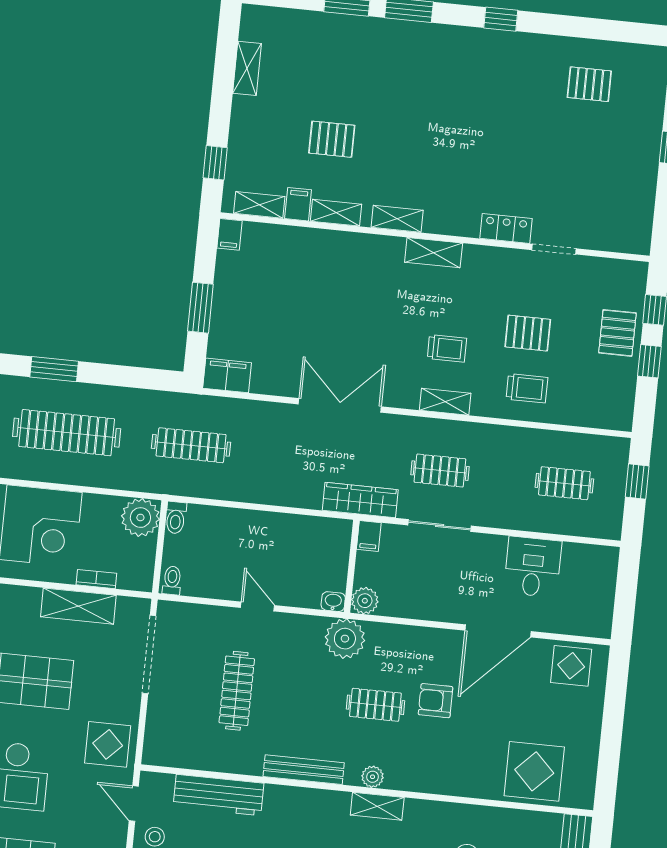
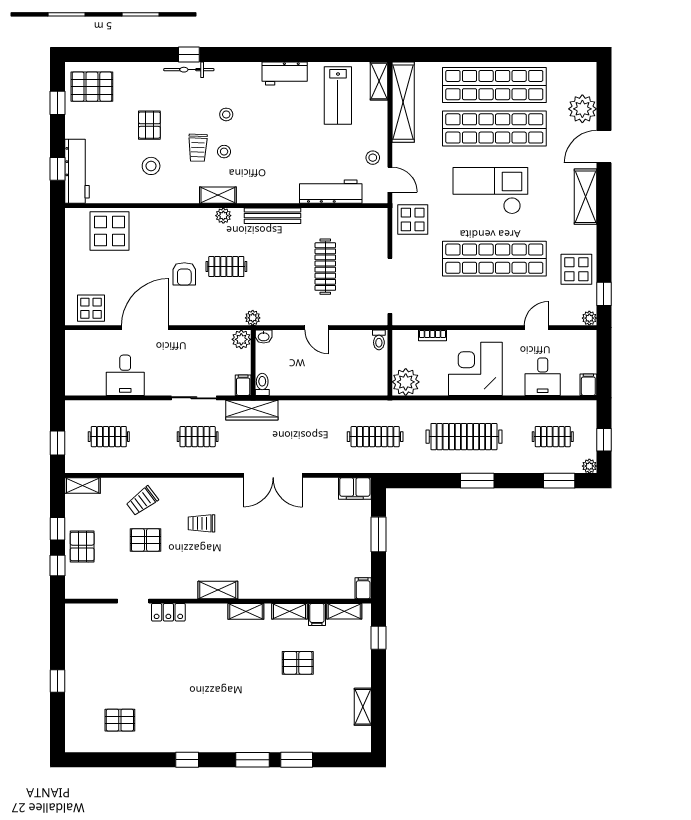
trolley: (527, 388) -> (142, 501), turned -37
shelving: (445, 402) -> (83, 486), moved
toilet: (176, 518) -> (262, 384), moved
shelving: (78, 606) -> (443, 315), removed
plant: (345, 639) -> (253, 318), width x0.53, depth x0.53
armchair: (435, 701) -> (184, 274), turned 90

